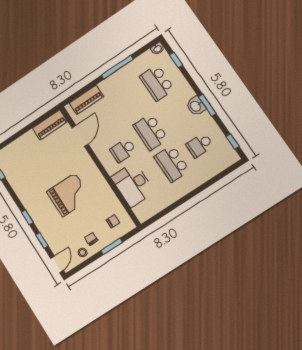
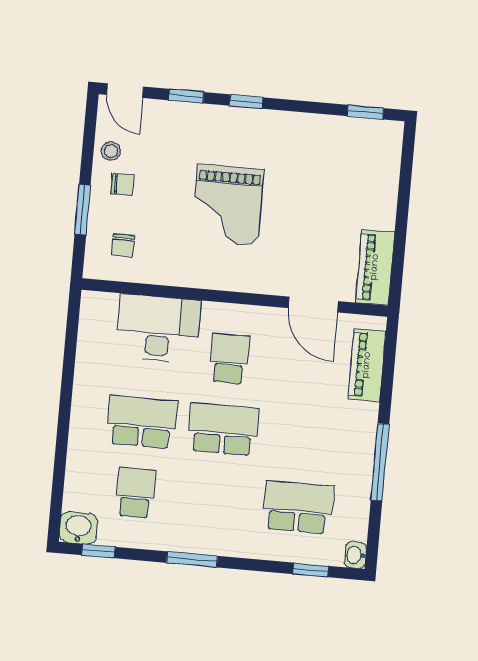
washbasin: (196, 106) -> (78, 528), moved

